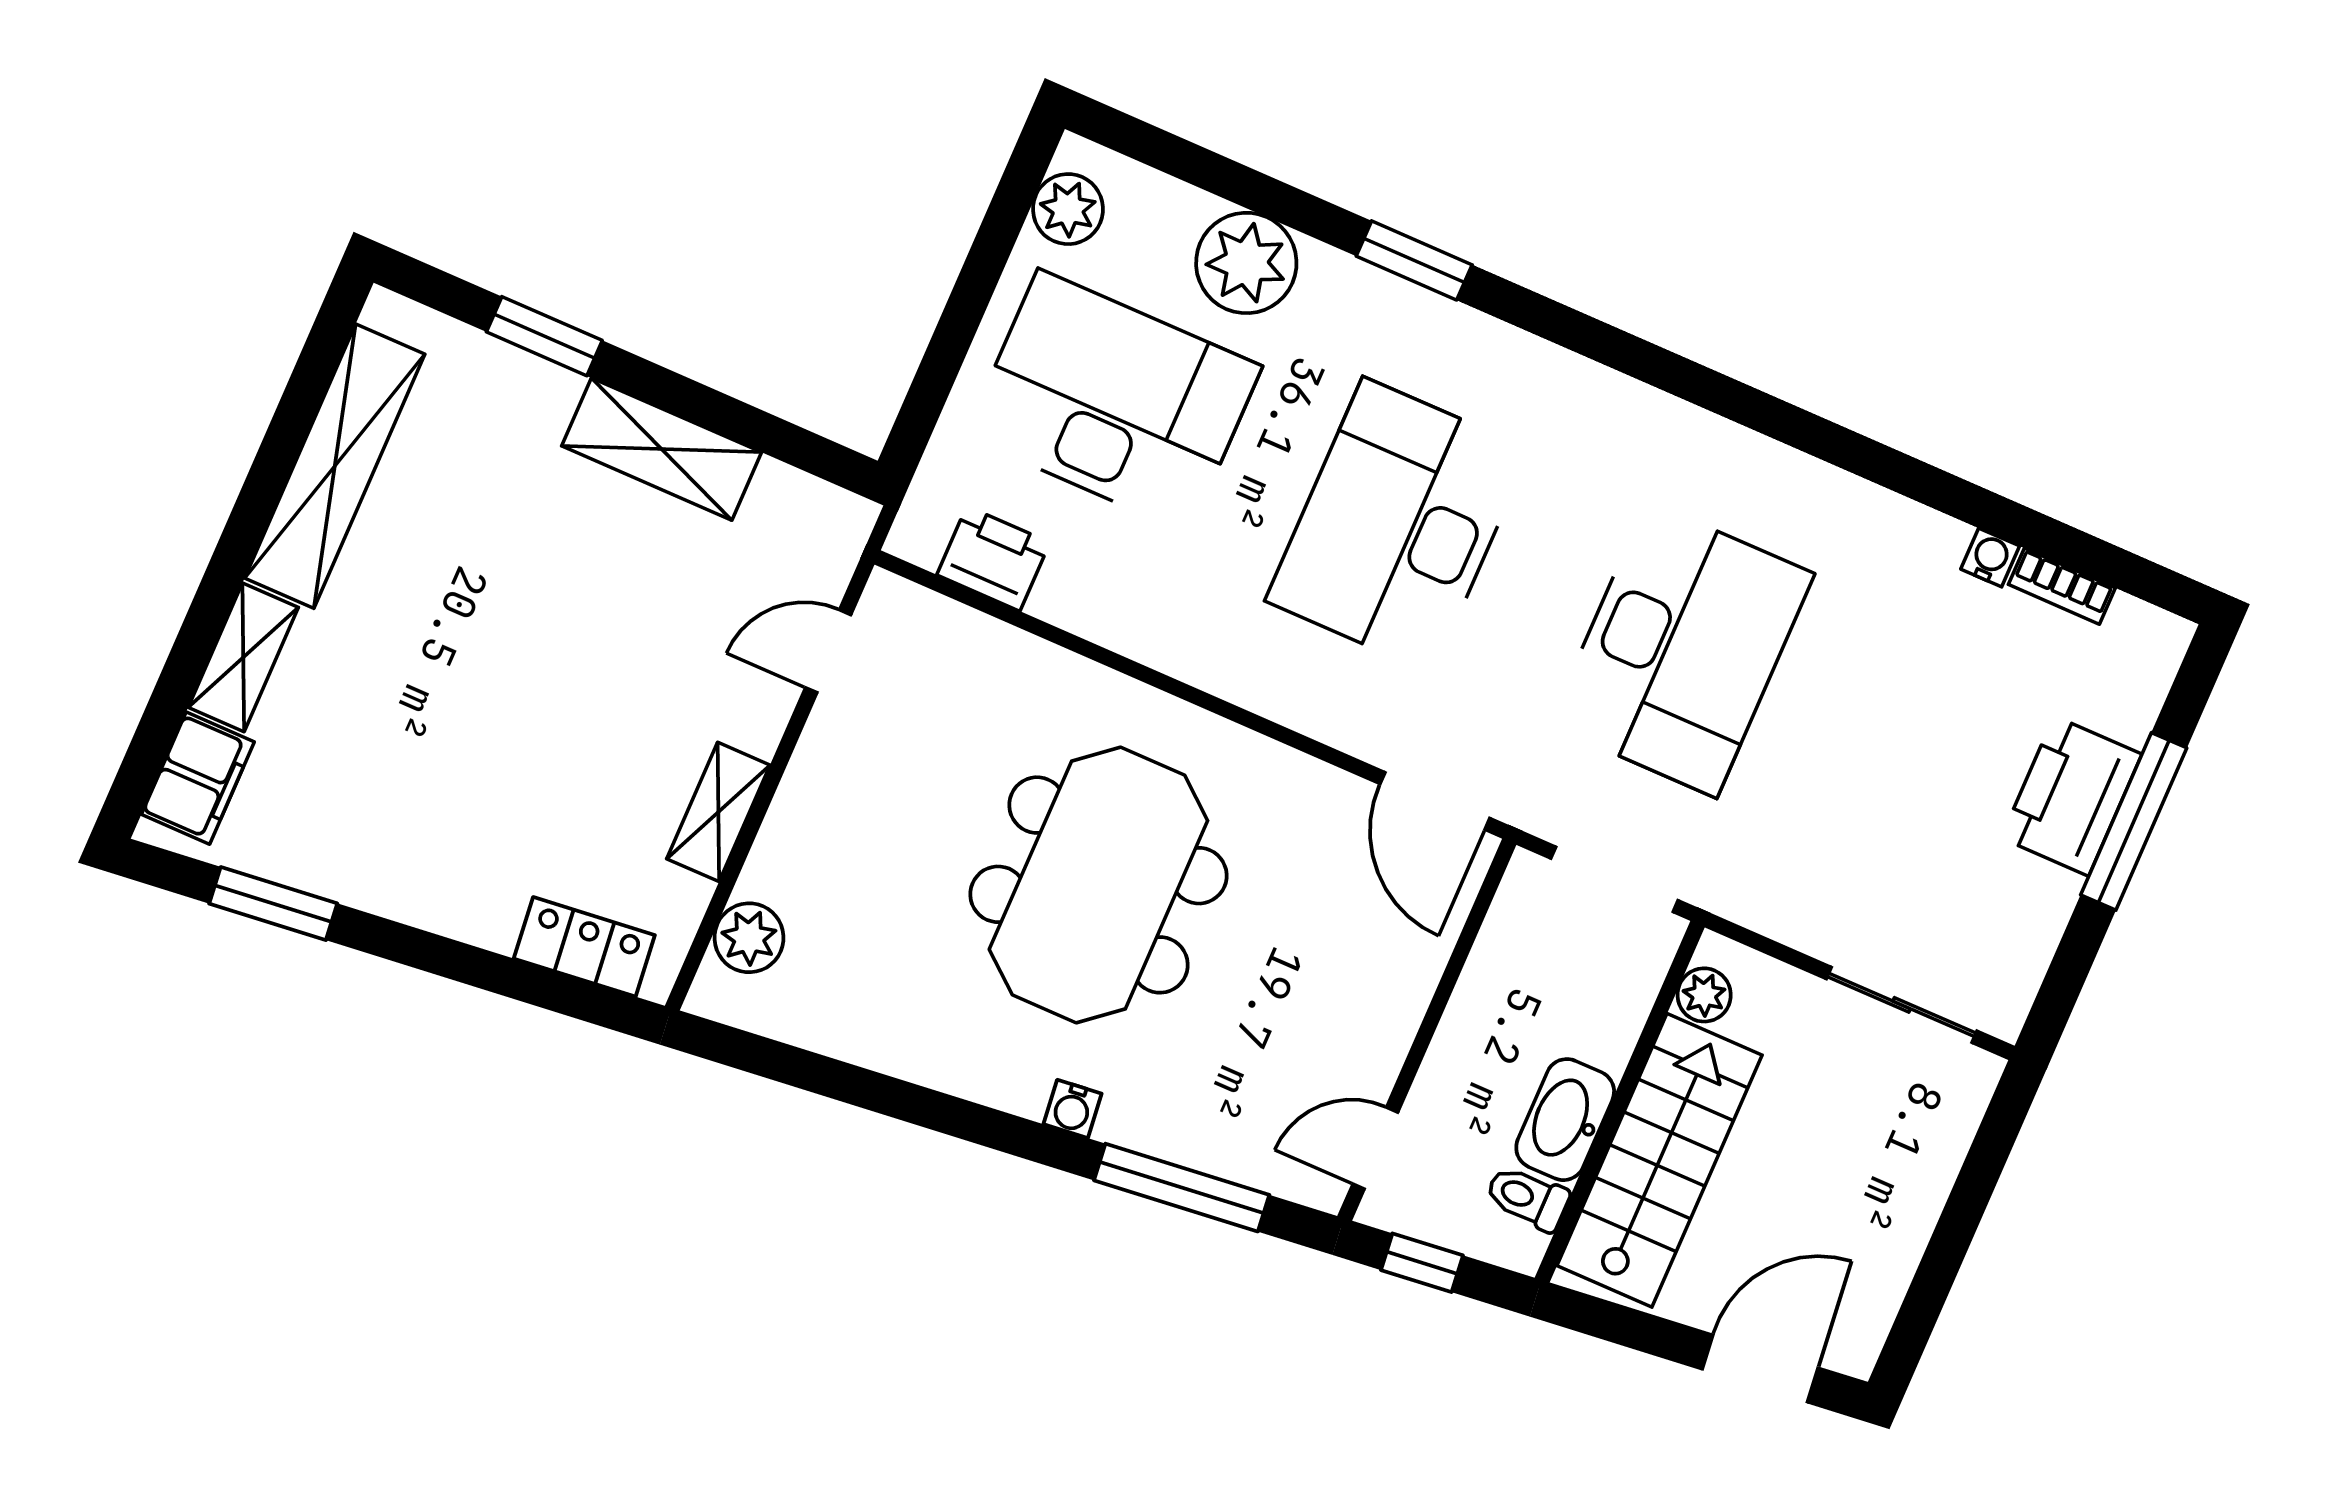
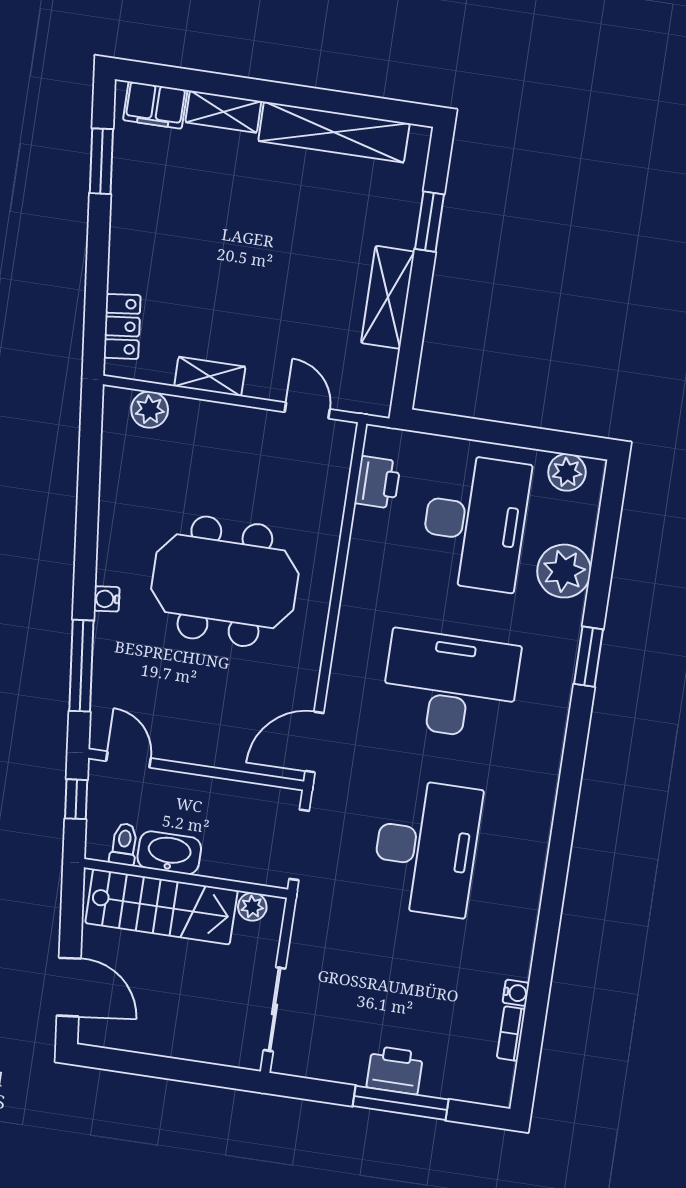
desk: (1682, 649) -> (426, 848), turned -90
printer: (2071, 796) -> (395, 1070), width x0.73, depth x0.84

